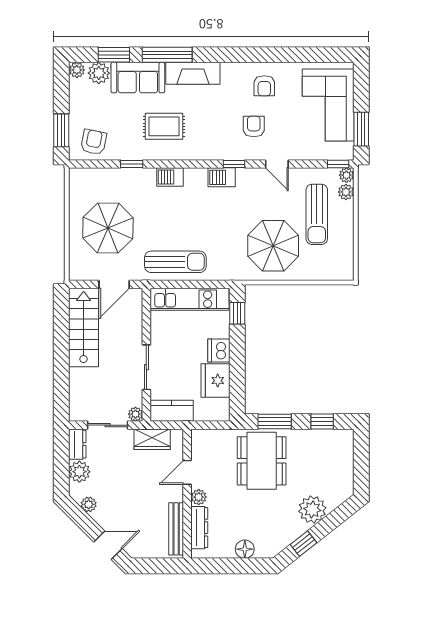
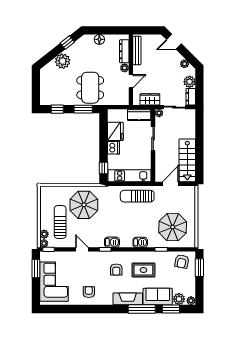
armchair: (254, 126) -> (116, 270), moved
parasol: (108, 228) -> (173, 227), moved

